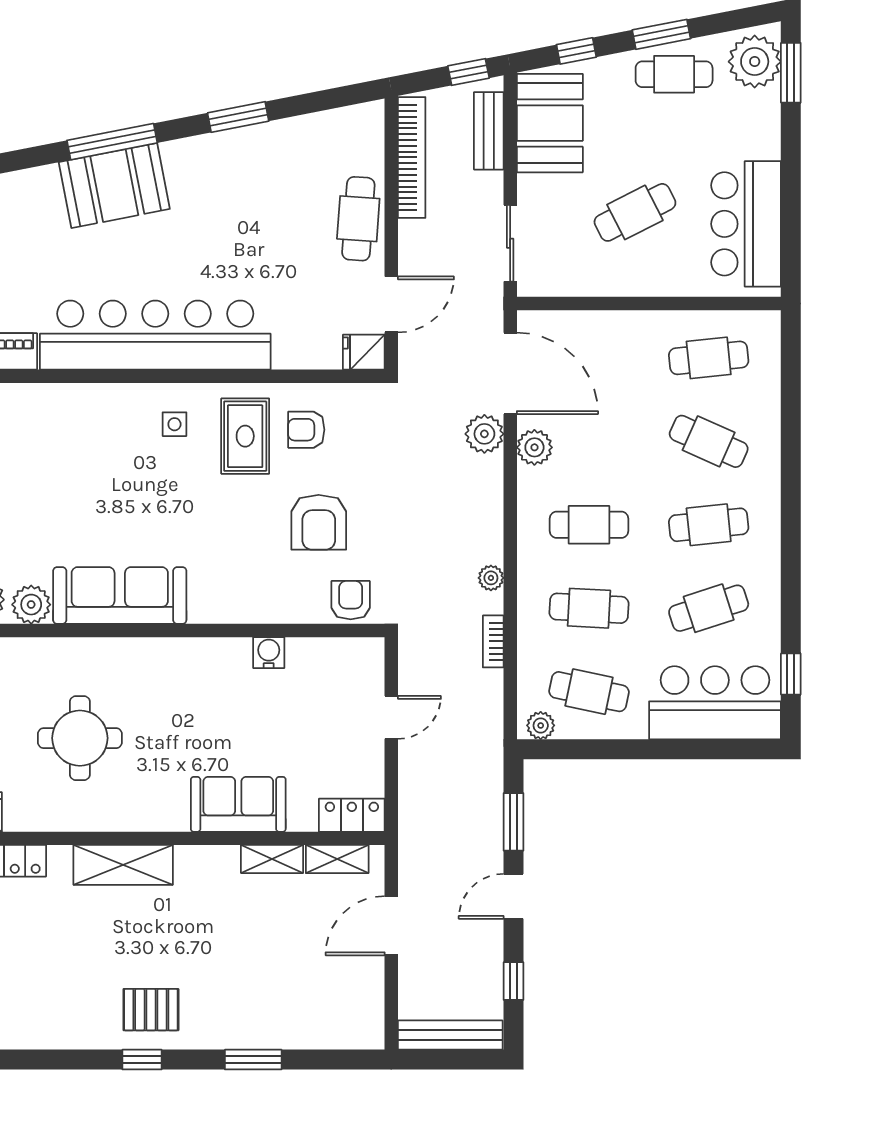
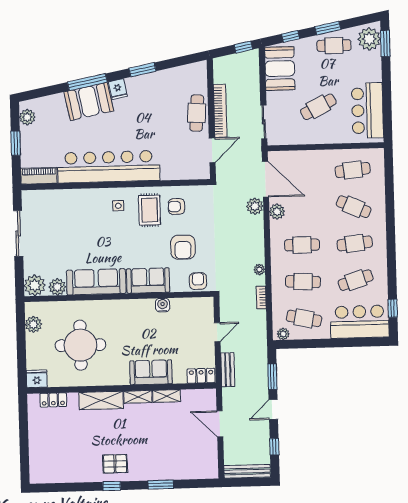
bench: (489, 131) -> (228, 370), moved
bookcase: (412, 157) -> (220, 111), moved
fridge: (364, 352) -> (118, 89), moved, turned -101
sofa: (237, 596) -> (148, 281), added
round table: (80, 738) -> (80, 345), width x1.36, depth x1.36
shelving: (337, 859) -> (138, 397), moved
door: (391, 926) -> (220, 424), hinge flipped

